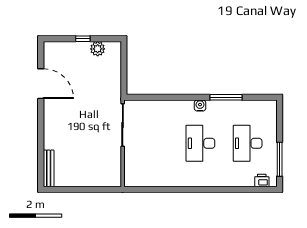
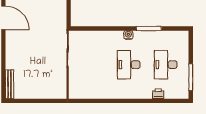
printer: (262, 180) -> (158, 94), moved

